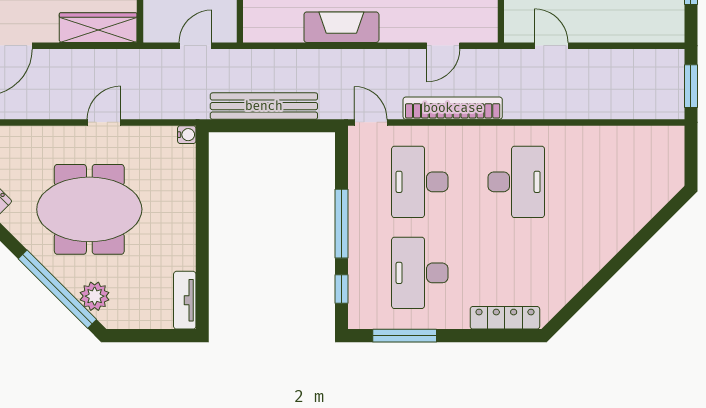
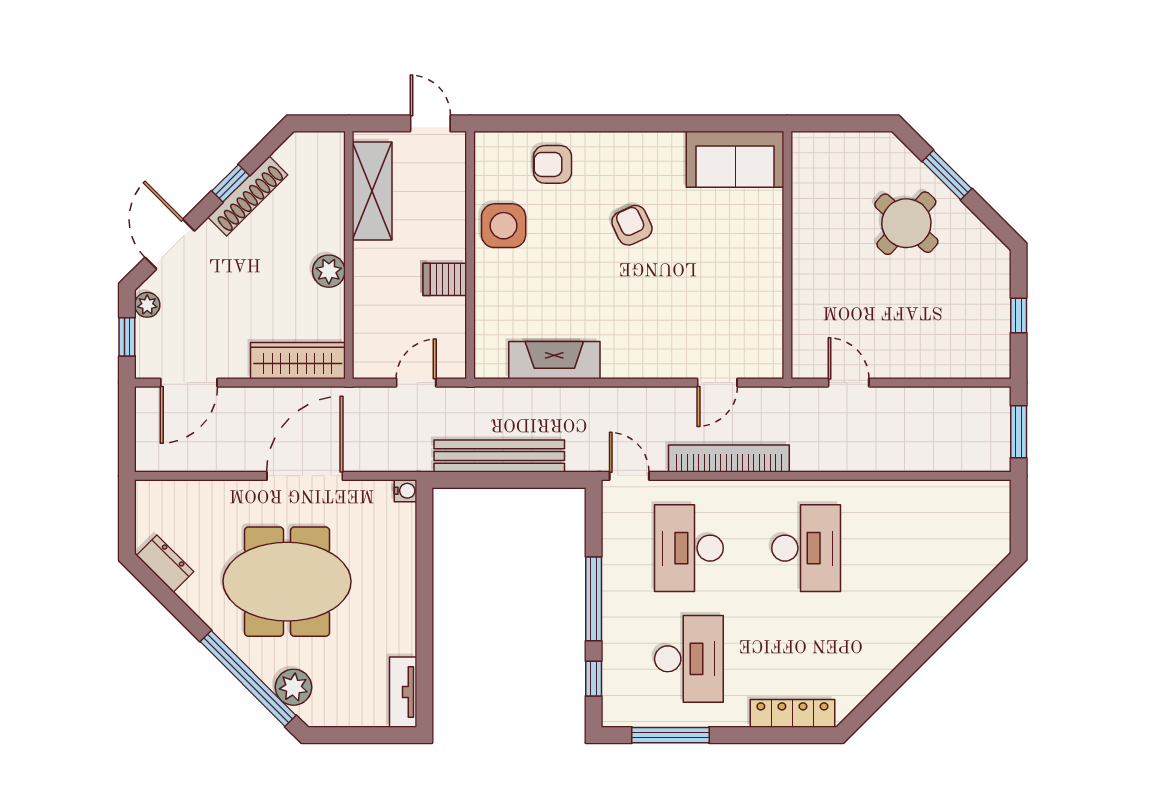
fireplace: (341, 27) -> (554, 360), moved
door: (104, 122) -> (305, 476), width x1.88
desk: (420, 273) -> (689, 659), turned 180

